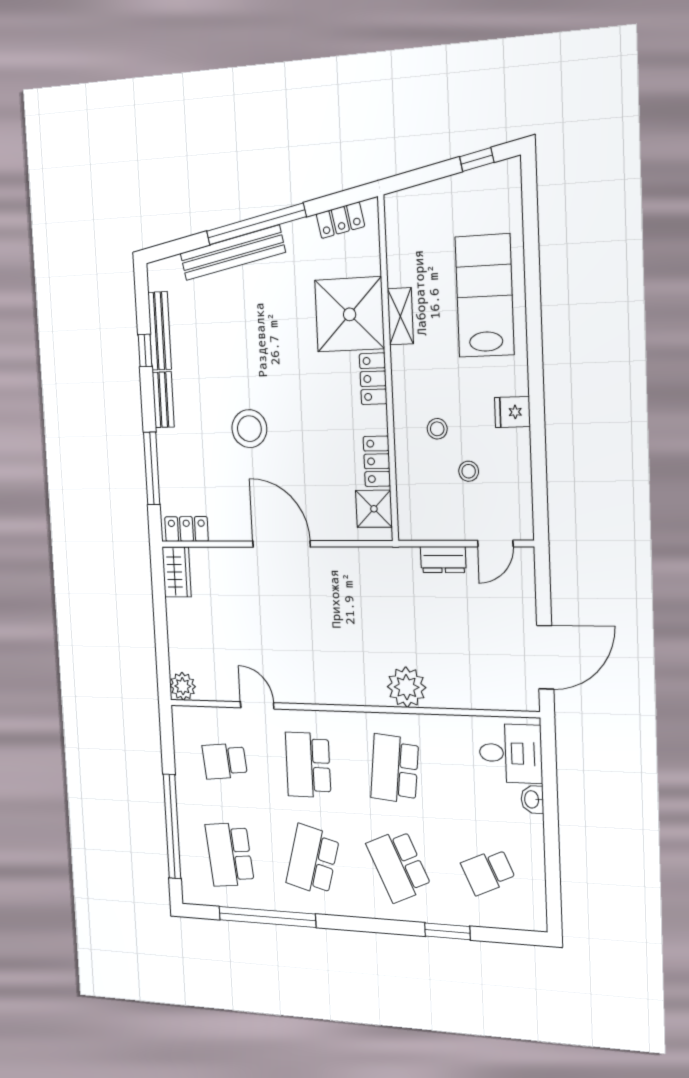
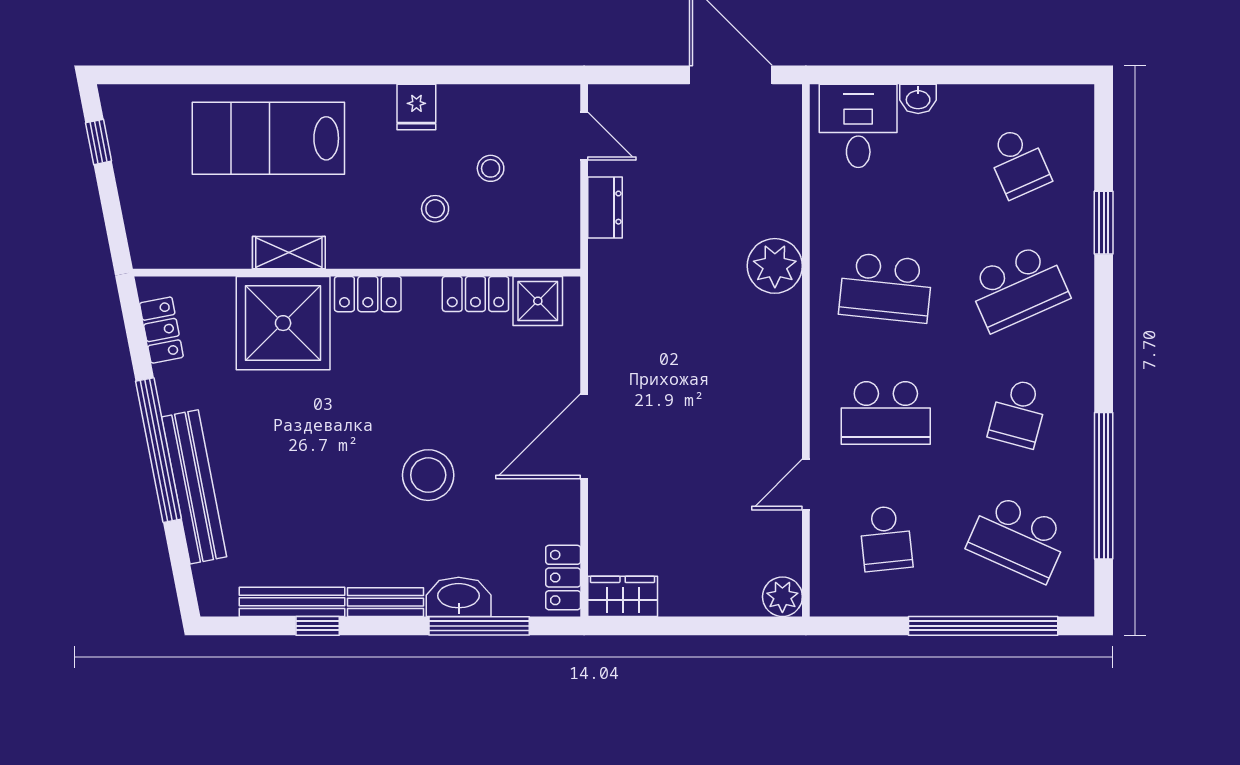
washbasin: (170, 453) -> (459, 597), added
school desk: (230, 854) -> (1018, 538), turned 30
school desk: (313, 860) -> (1018, 413), width x0.54

